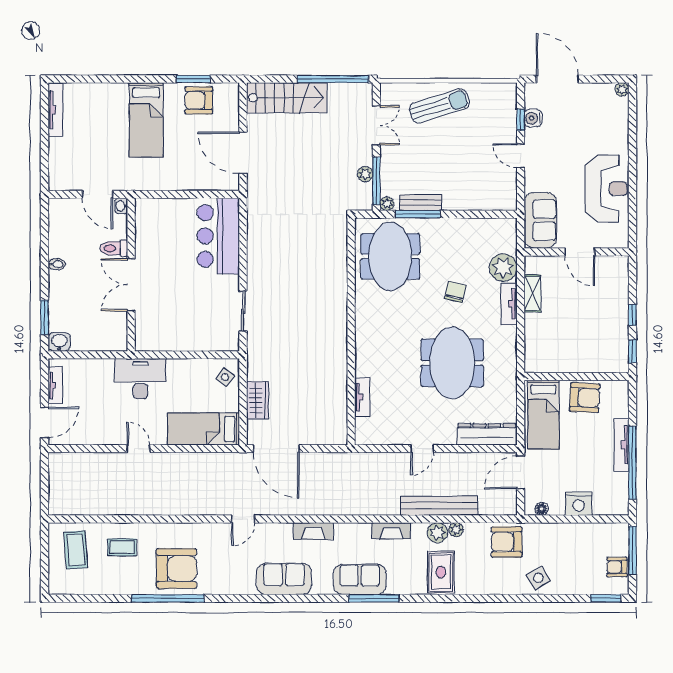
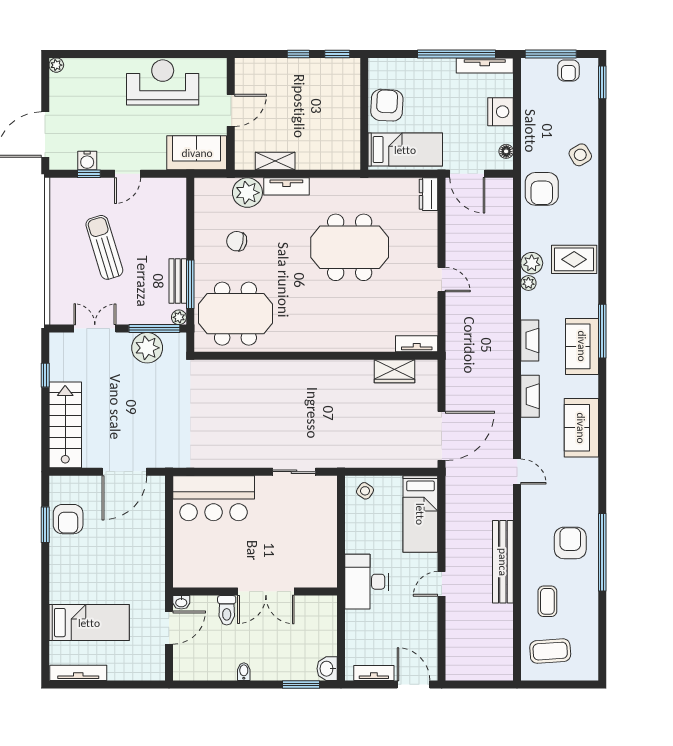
window: (333, 79) -> (45, 375), width x0.32
sun lounger: (439, 106) -> (104, 247), moved
bed: (146, 120) -> (89, 623), moved
plant: (365, 174) -> (147, 348), width x1.87, depth x1.87
chair: (455, 292) -> (237, 241), moved
tv unit: (362, 397) -> (417, 344), moved
wardrobe: (257, 400) -> (395, 371), moved, turned 180
dresser: (487, 434) -> (429, 194), width x0.51, depth x0.80
tv unit: (622, 445) -> (485, 66), moved
bench: (439, 506) -> (503, 562), moved
plant: (456, 530) -> (528, 283), moved
fireplace: (391, 531) -> (530, 340), moved
armchair: (176, 569) -> (570, 543), width x0.73, depth x0.73

